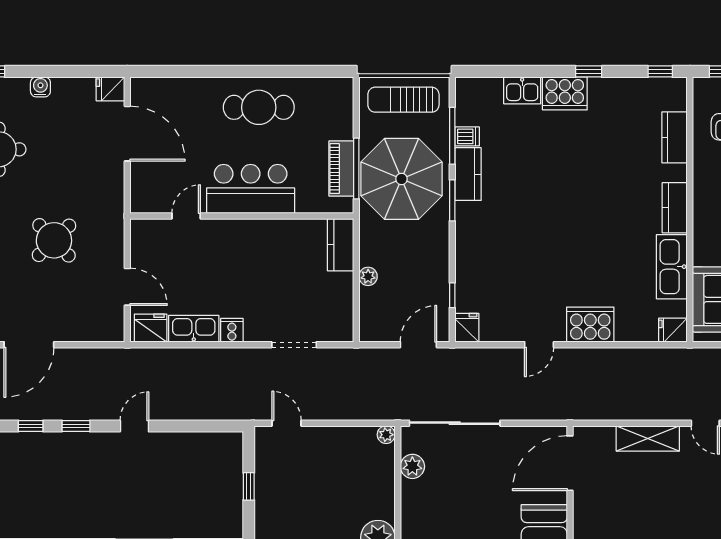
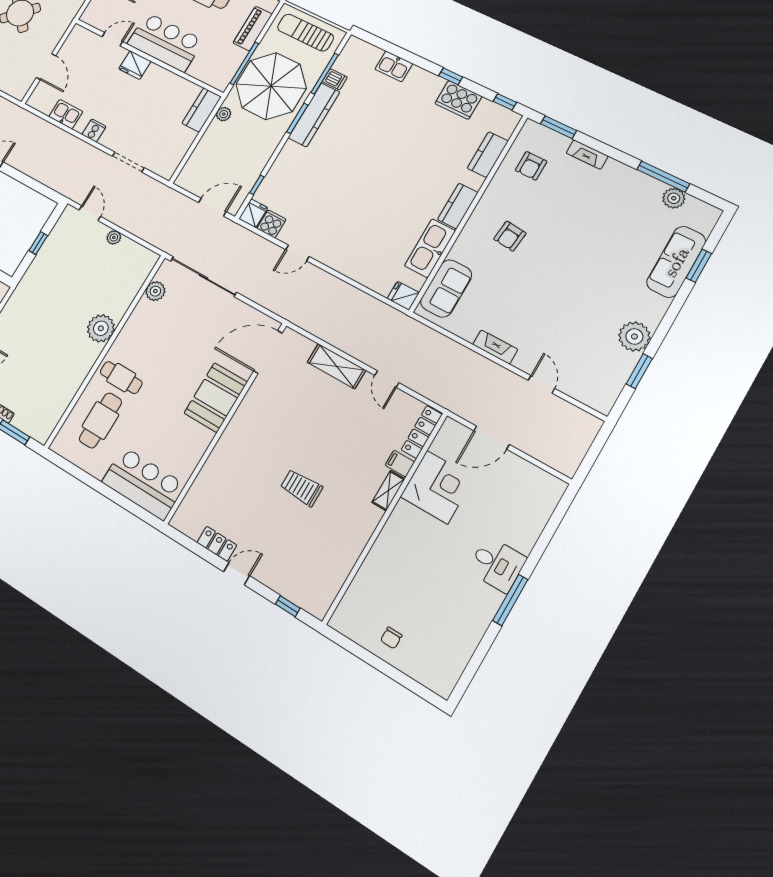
cooker: (565, 93) -> (458, 100), moved
piano: (341, 169) -> (253, 29), moved
kitchen counter: (468, 174) -> (314, 115), width x1.50
plant: (368, 276) -> (224, 114), moved
cooker: (590, 325) -> (271, 224), moved, width x0.53, depth x0.76
fridge: (151, 328) -> (135, 65), moved, turned 180
kitchen sink: (194, 329) -> (66, 114), width x0.73
plant: (386, 435) -> (114, 237), moved

